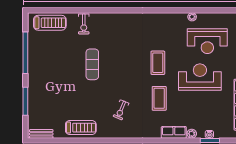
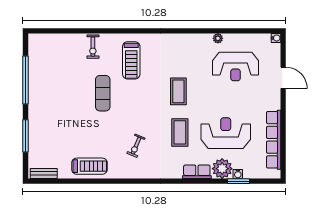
treadmill: (50, 23) -> (131, 60), moved, turned 90
reception desk: (200, 77) -> (226, 133), moved
plant: (192, 134) -> (222, 169), width x1.87, depth x1.87

